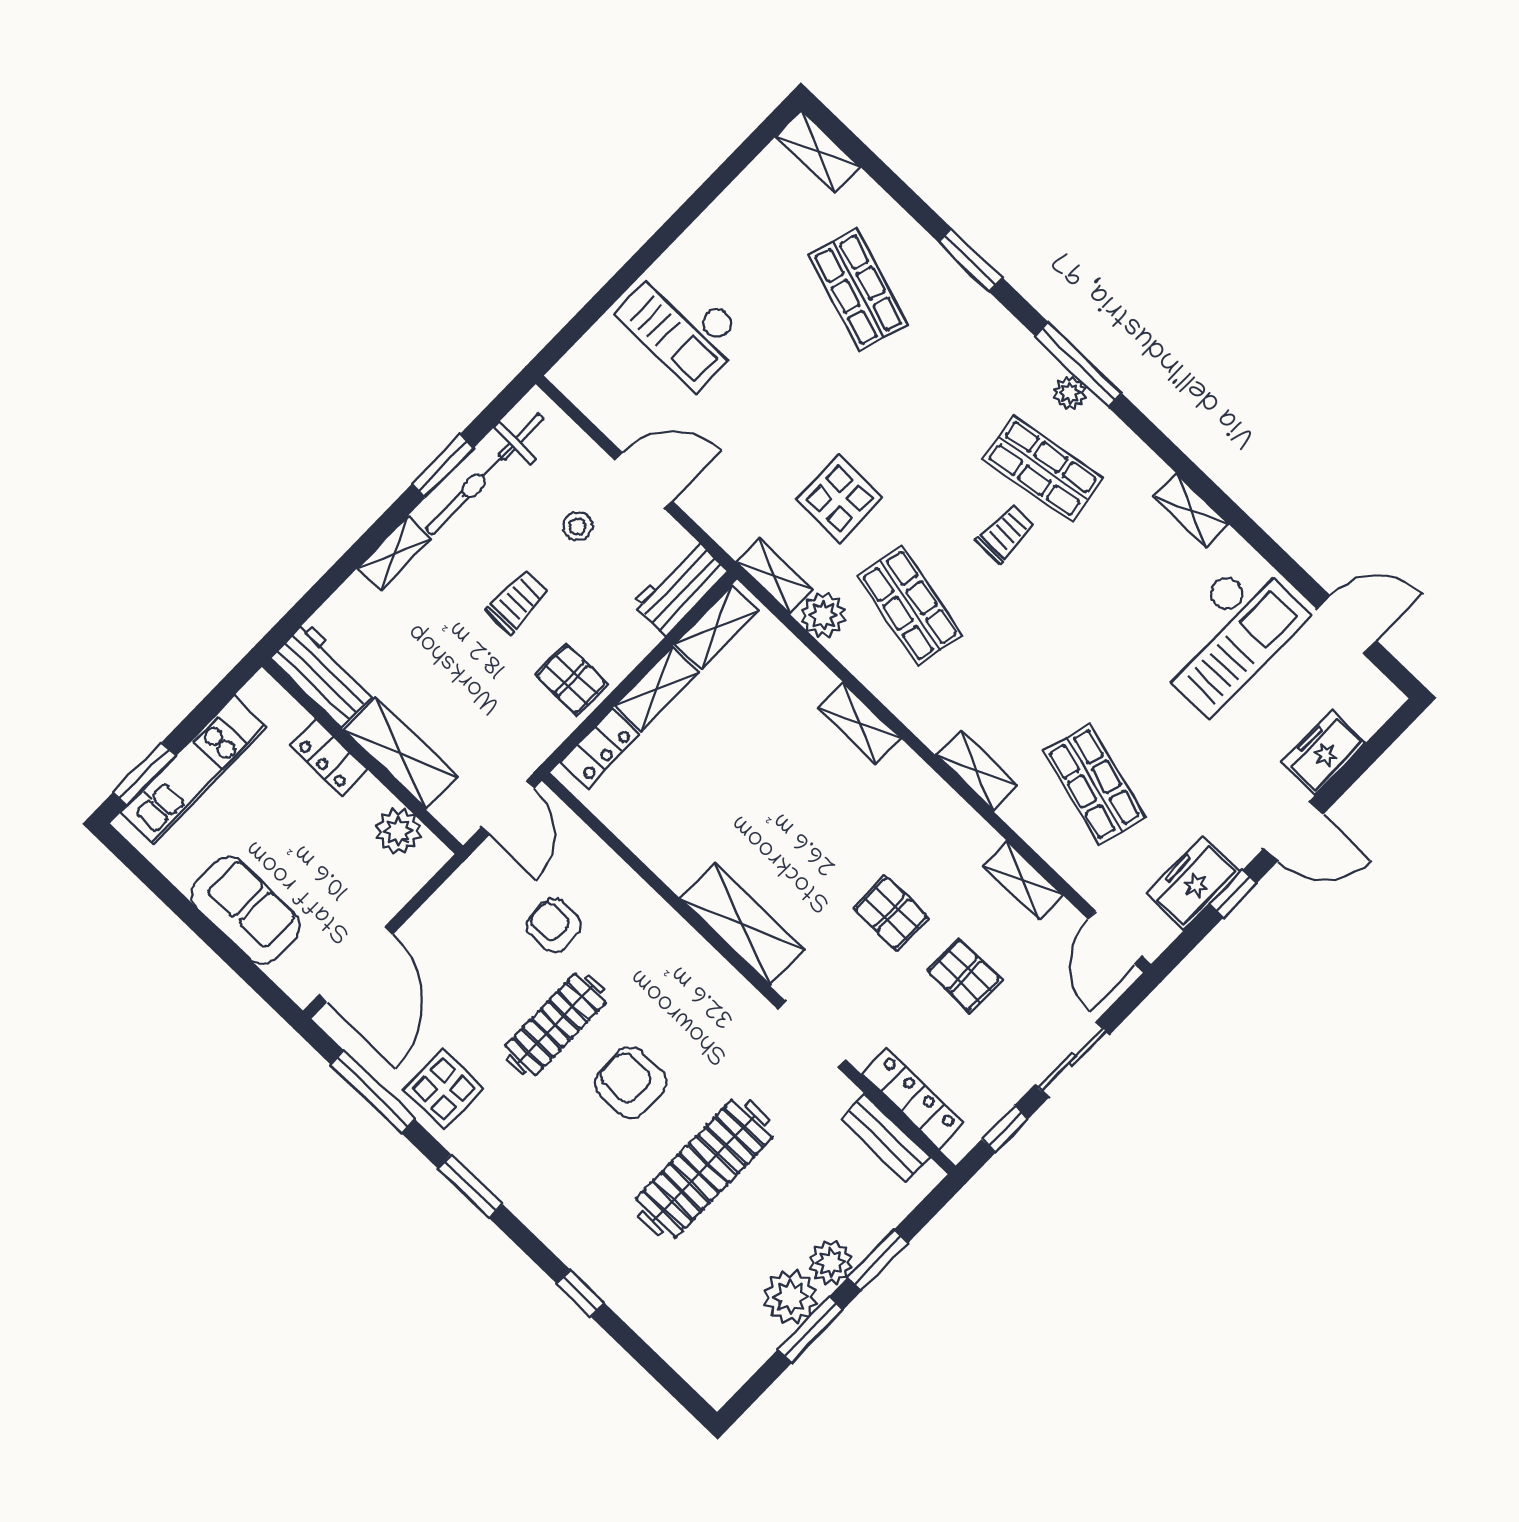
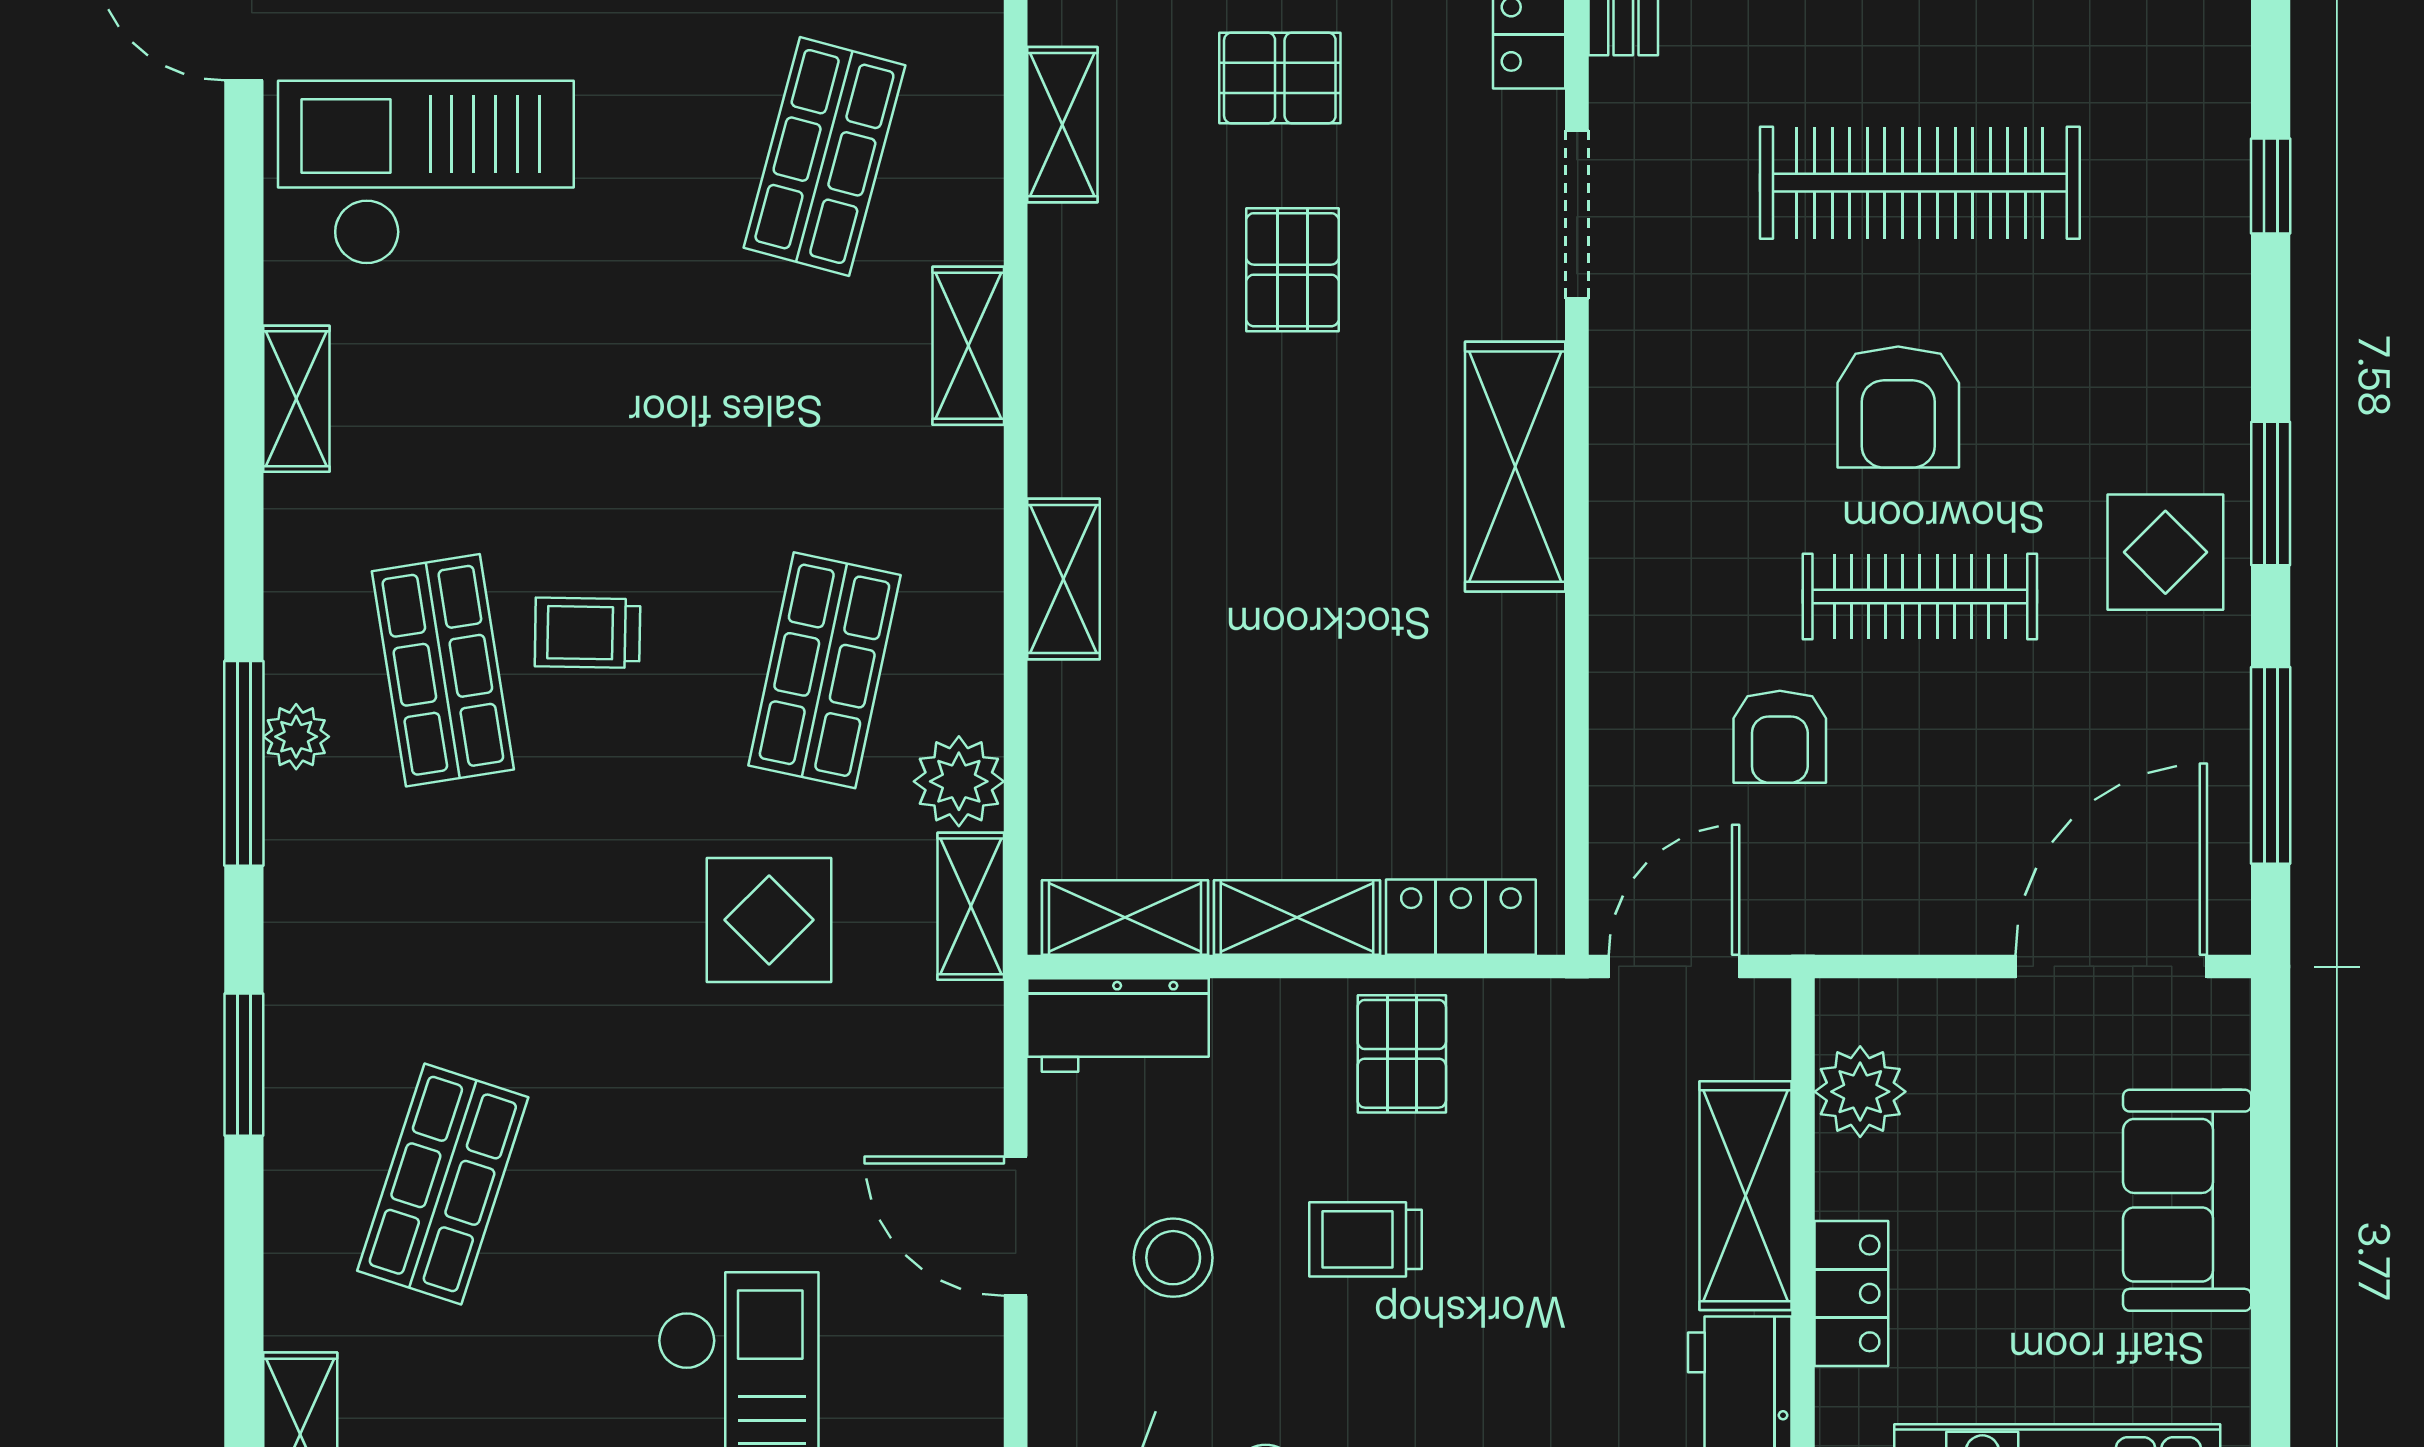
stool: (578, 526) -> (1173, 1258), width x1.37, depth x1.37
pallet: (964, 975) -> (1280, 78), turned 90
display table: (444, 1089) -> (2165, 552), moved

